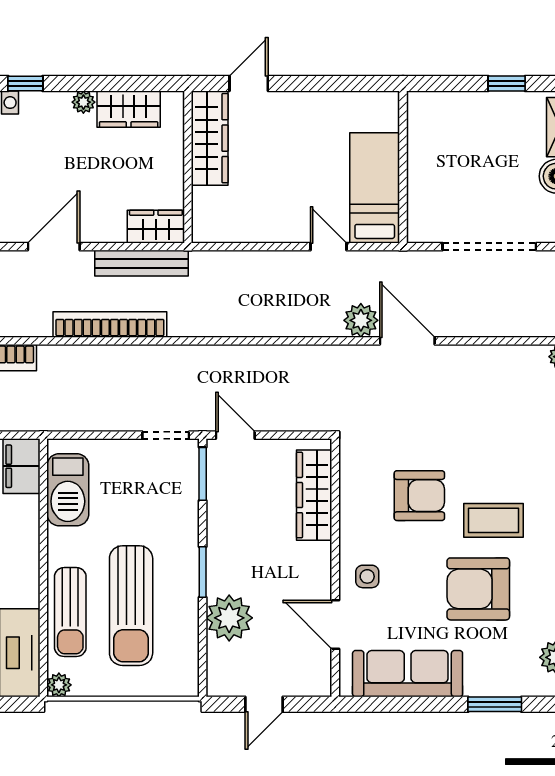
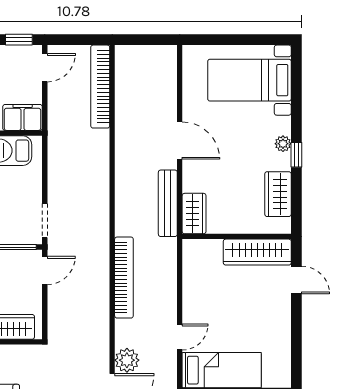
window: (25, 84) -> (296, 155), moved
plant: (83, 102) -> (283, 144), moved
bookcase: (110, 324) -> (124, 278), moved

